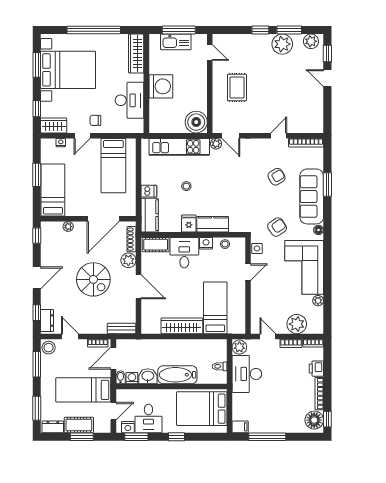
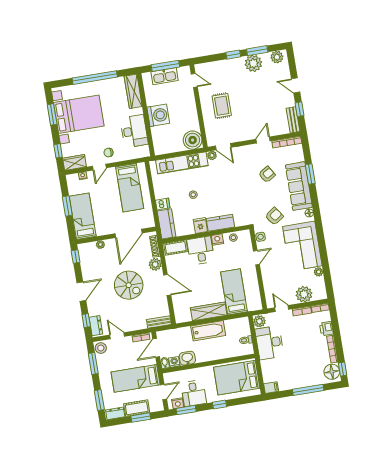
window: (327, 53) -> (300, 109), moved
bench: (318, 118) -> (293, 120), added
bathtub: (177, 375) -> (208, 331), moved, turned 180
window: (267, 437) -> (308, 390), moved

